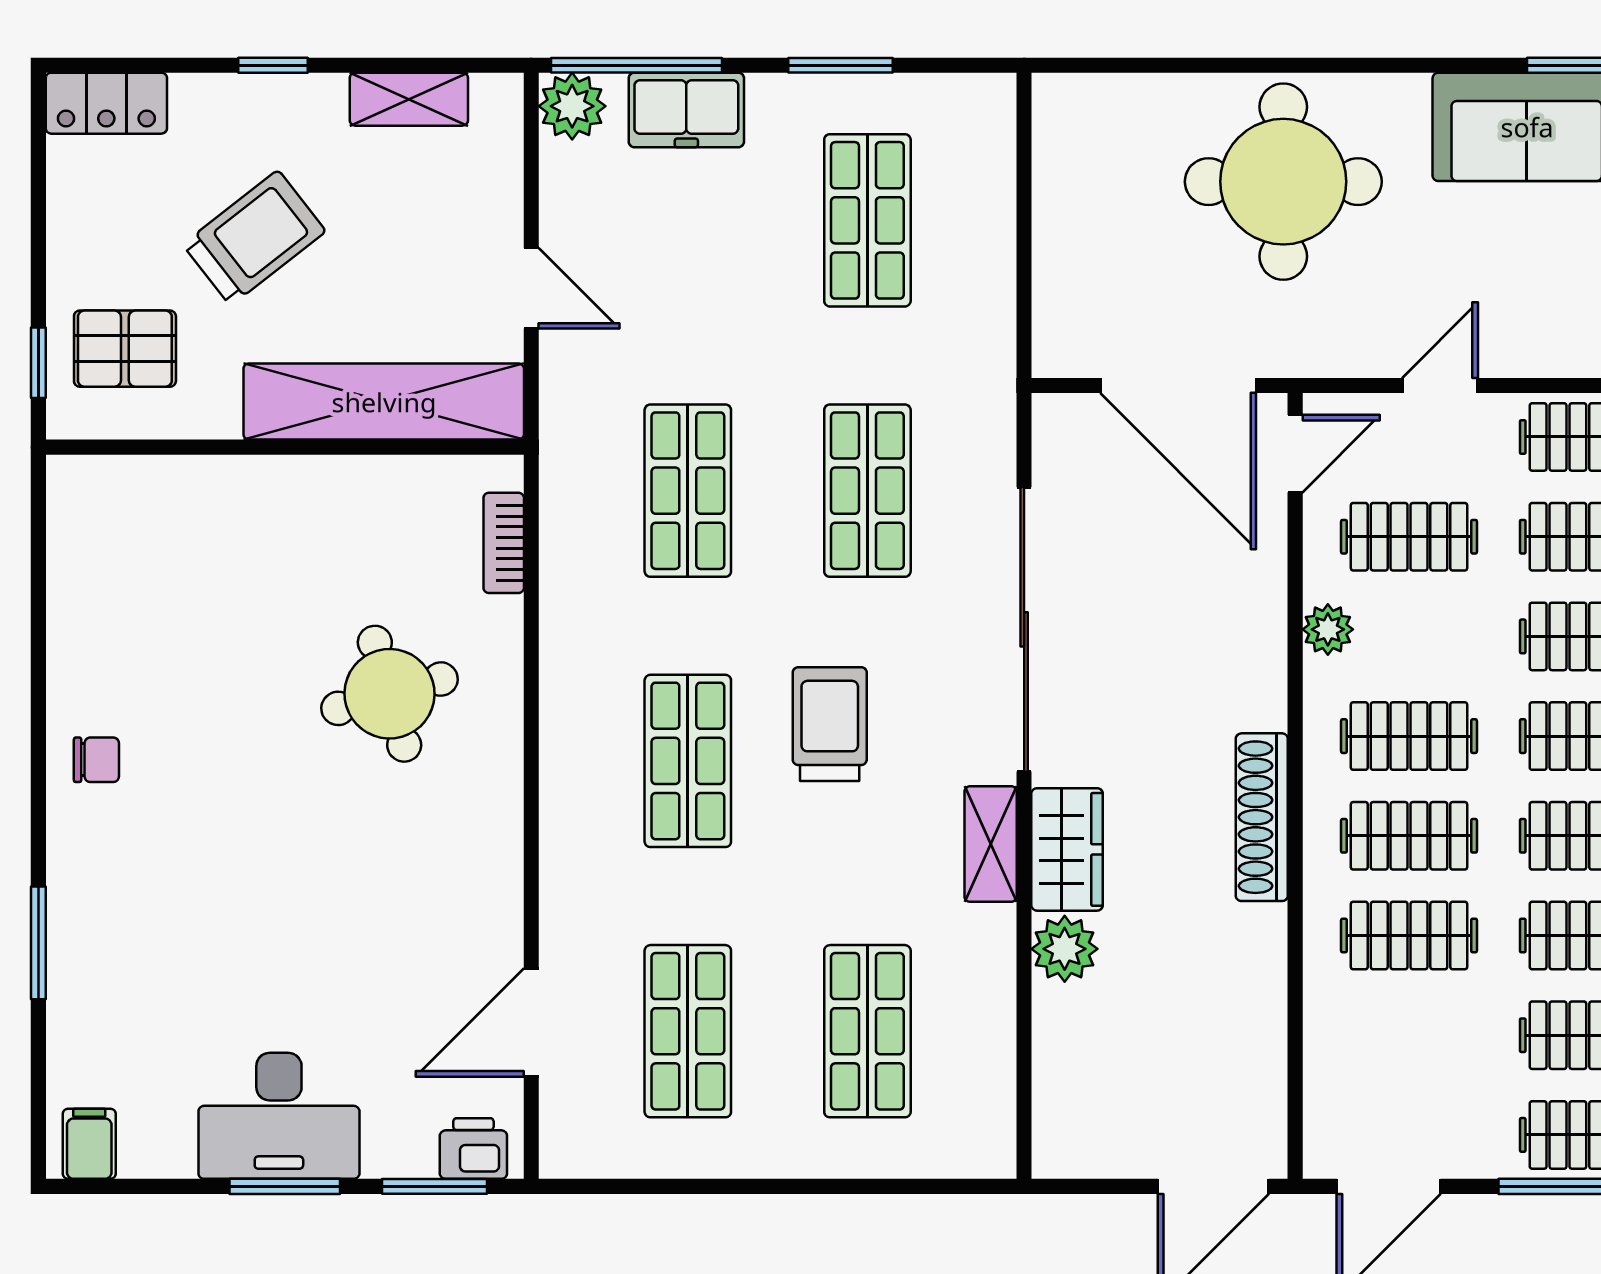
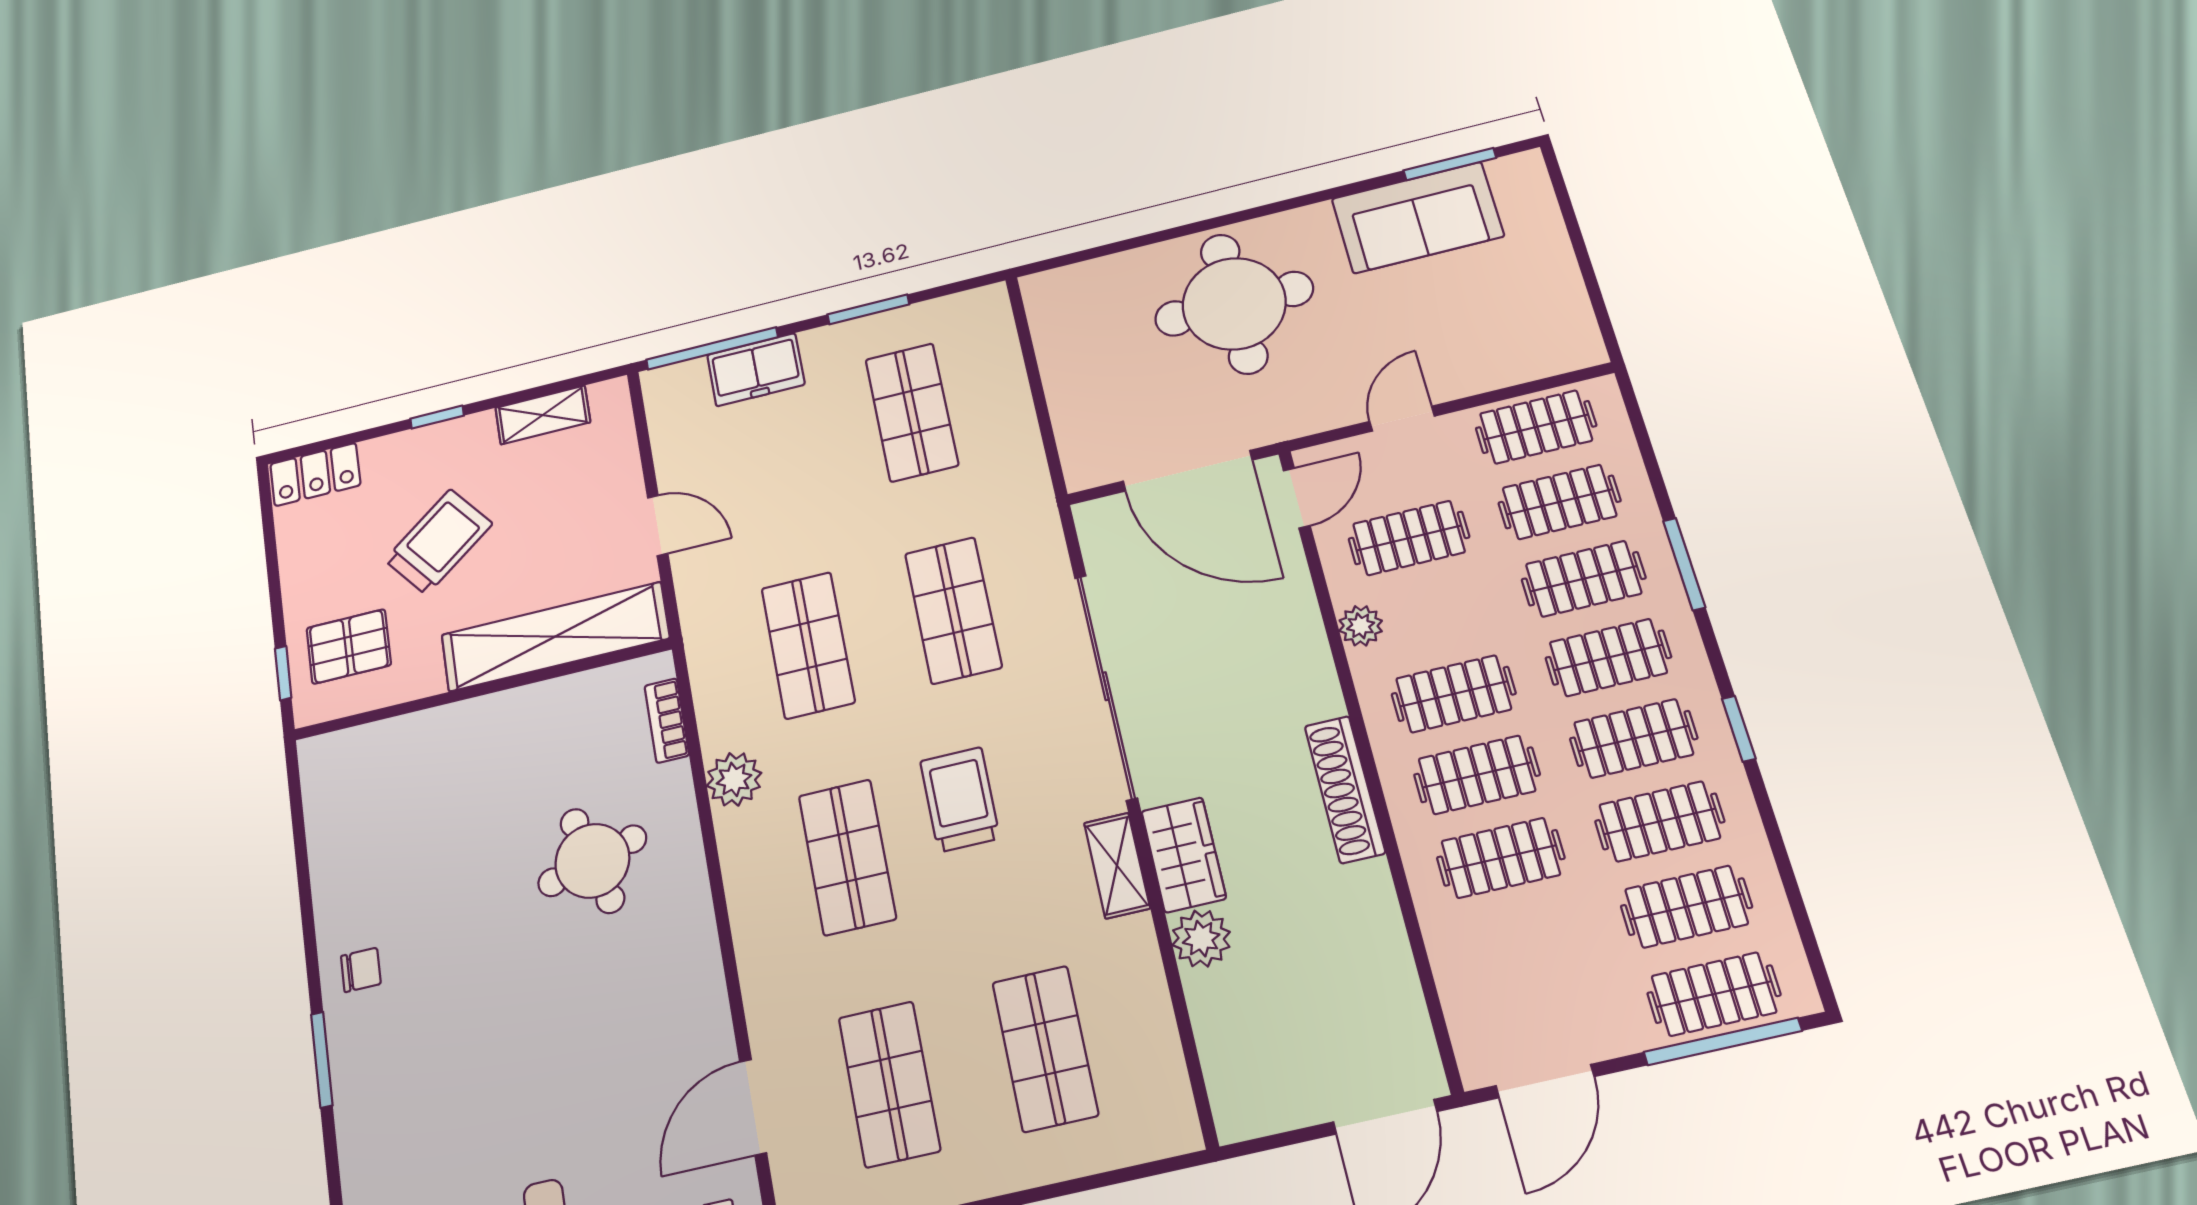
plant: (572, 106) -> (734, 779), moved
window: (38, 943) -> (322, 1060), moved

